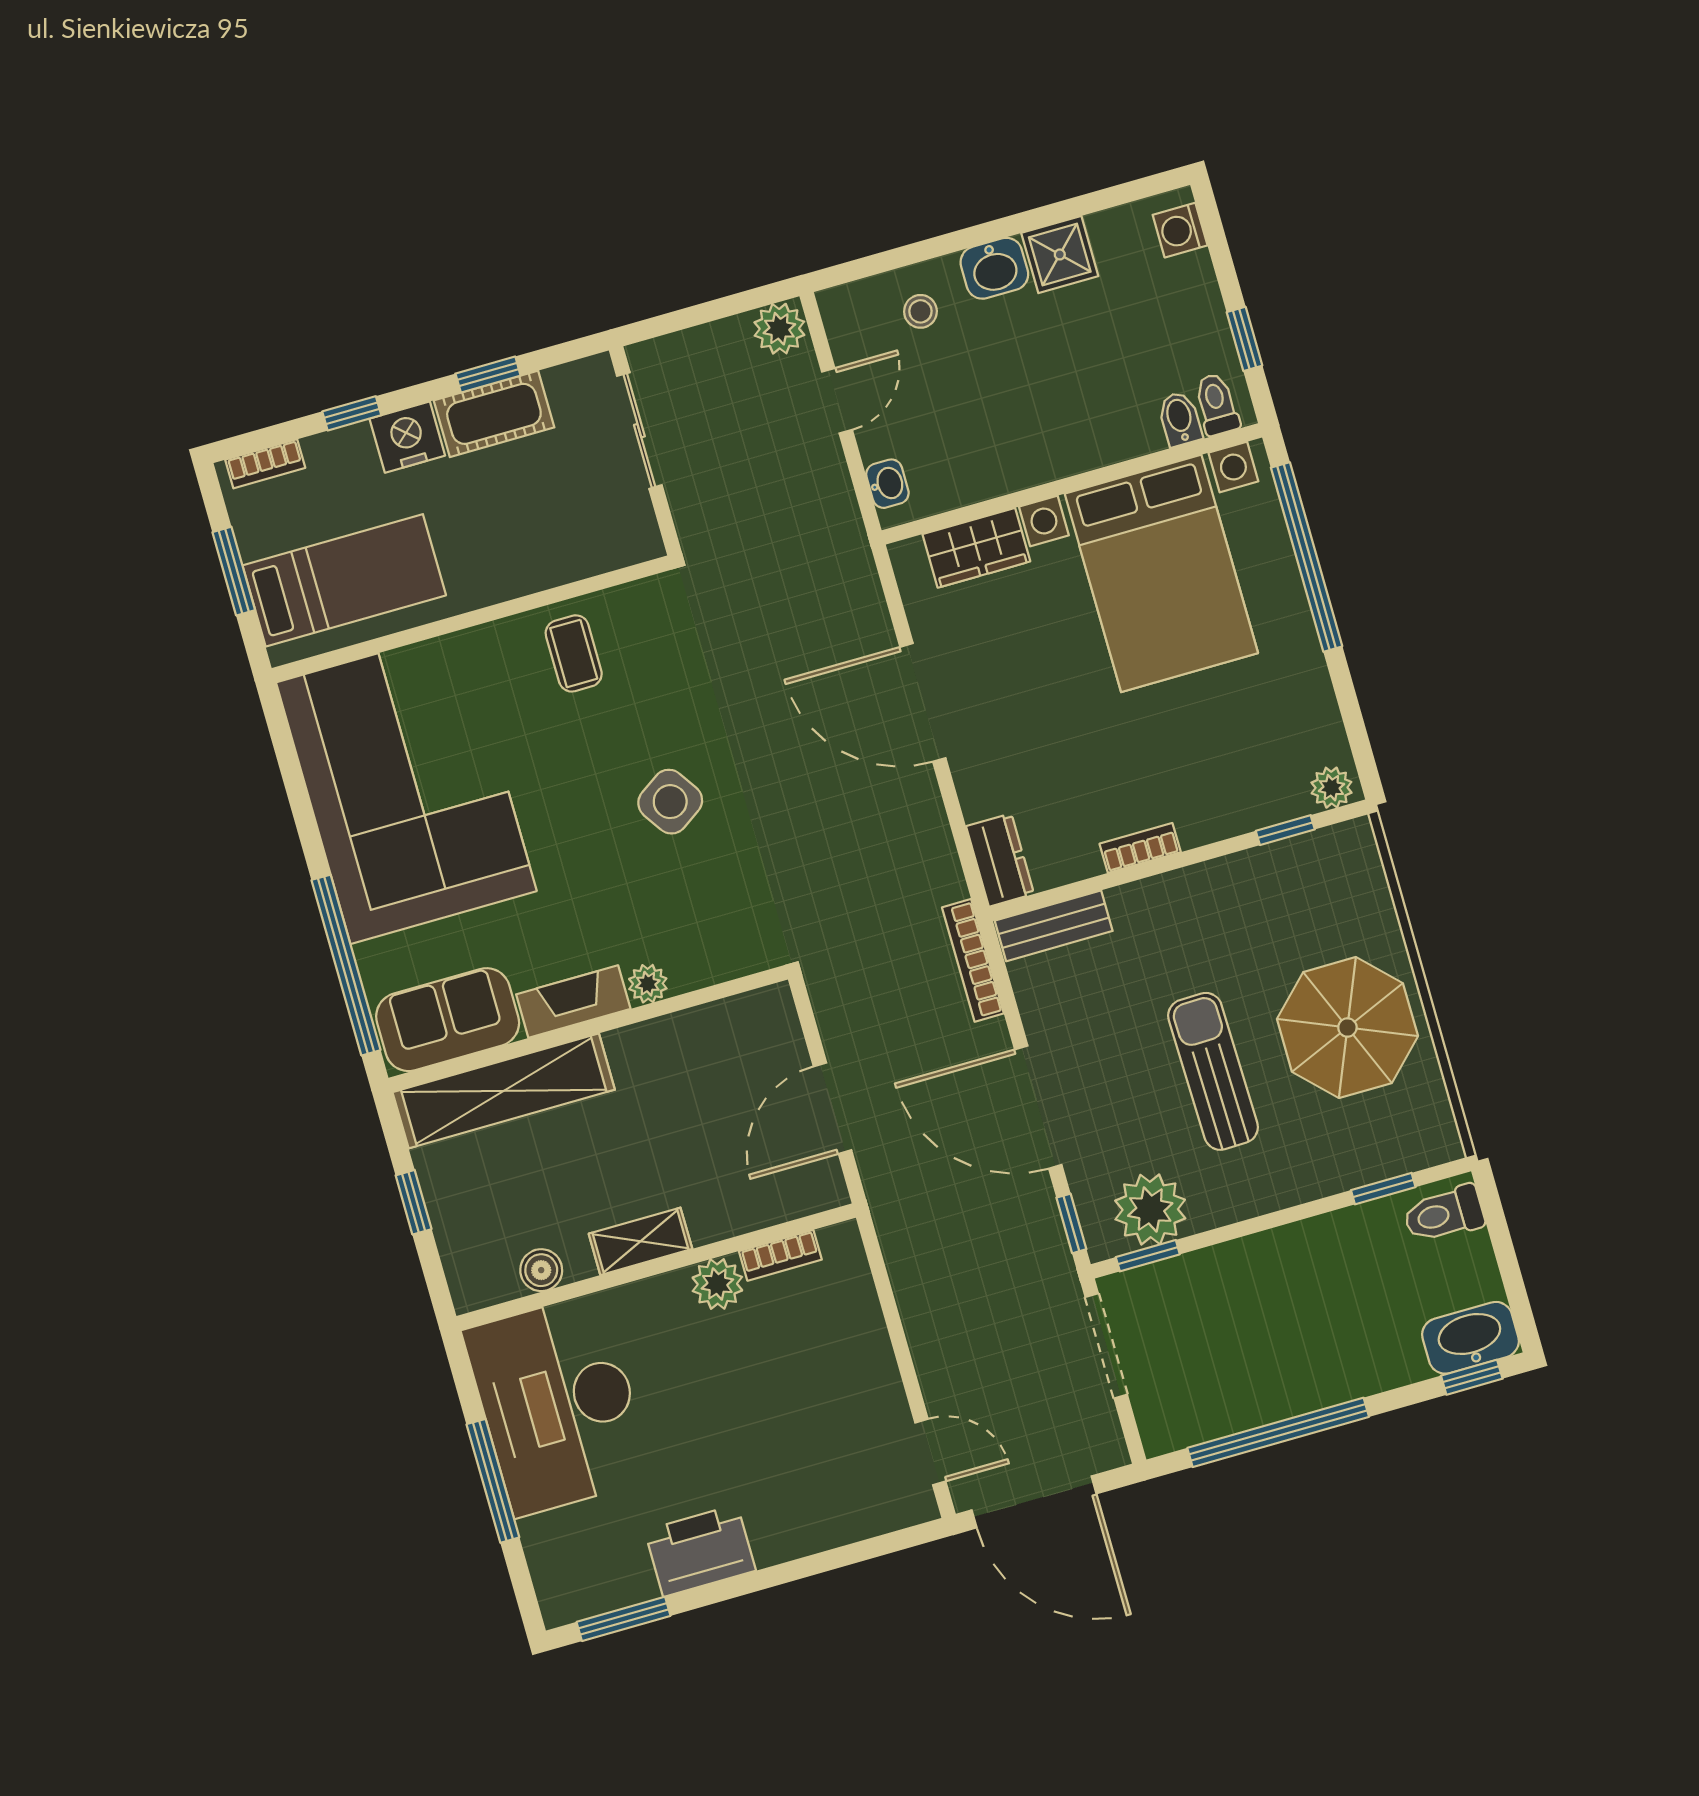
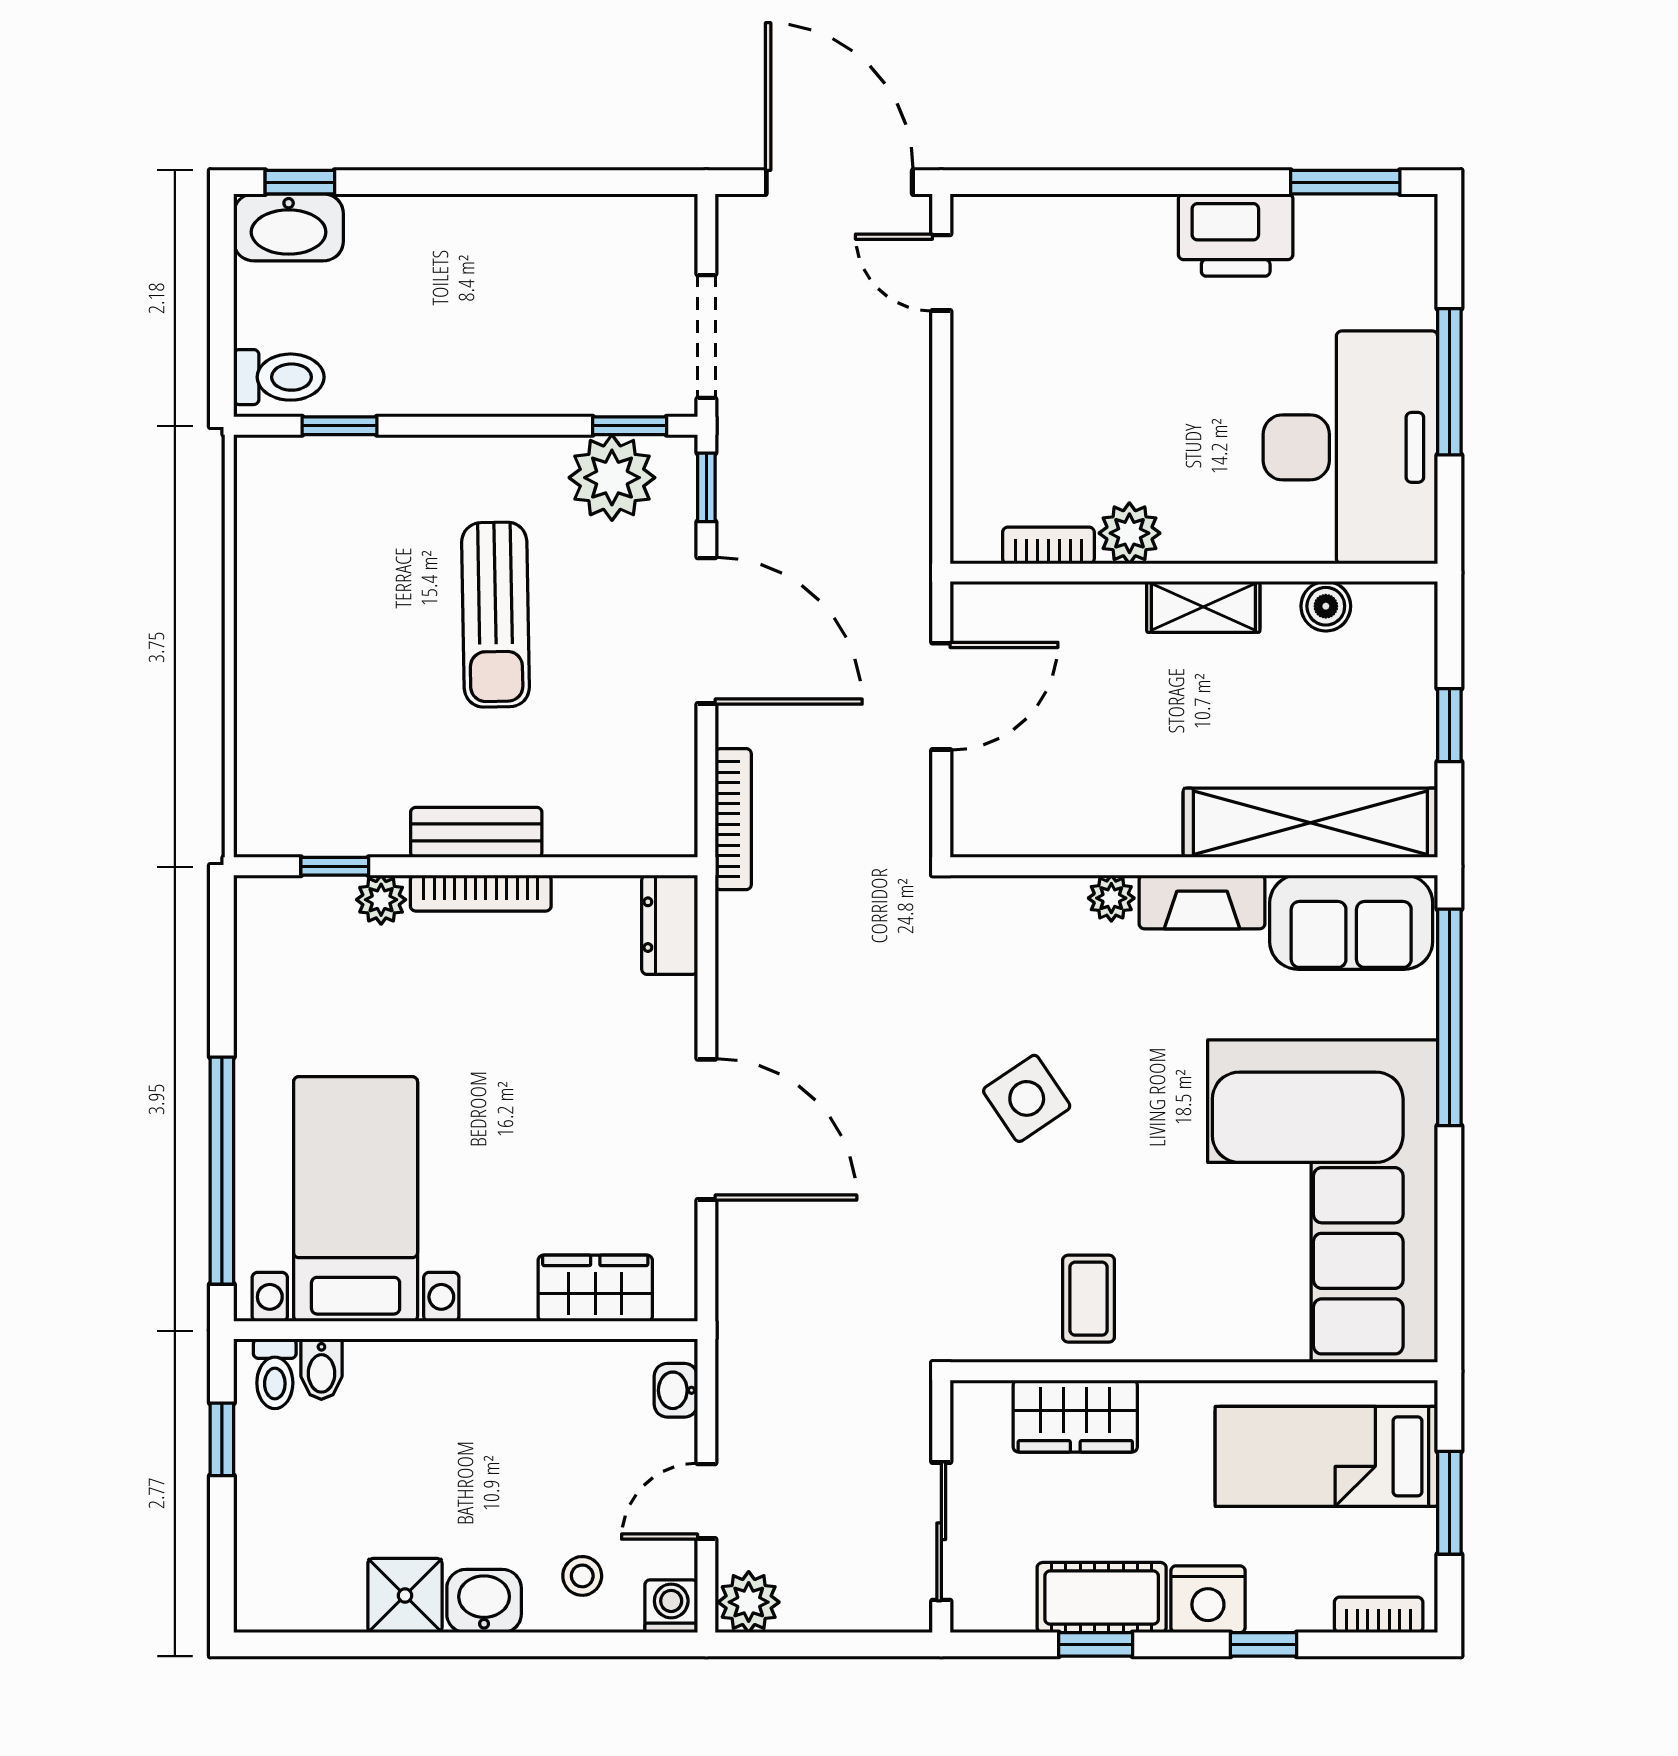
washing machine: (1180, 230) -> (671, 1606), moved, turned -90
wardrobe: (557, 555) -> (1075, 1416), added
bed with nightstands: (1161, 573) -> (356, 1199), width x0.73
plant: (1331, 788) -> (381, 900), moved
bookcase: (1140, 848) -> (481, 893), width x1.56
bench: (1054, 926) -> (476, 832), moved
parasol: (1347, 1028) -> (328, 621), removed
window: (1278, 1432) -> (539, 182), removed

